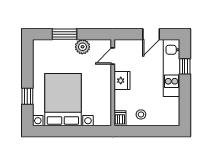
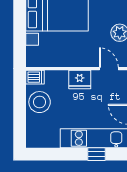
stool: (141, 114) -> (40, 102), width x1.89, depth x1.89

